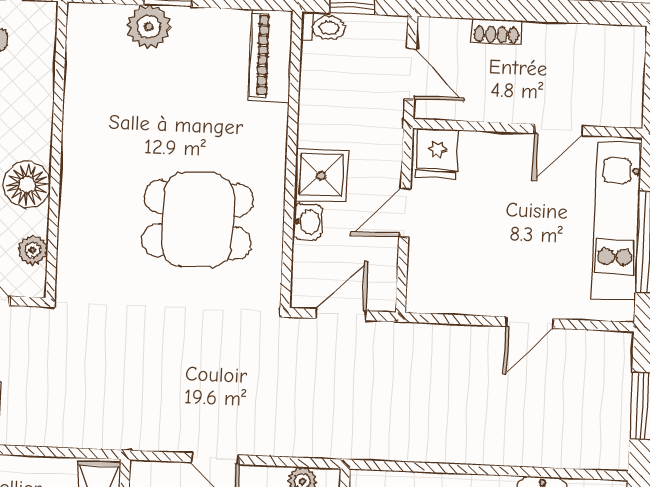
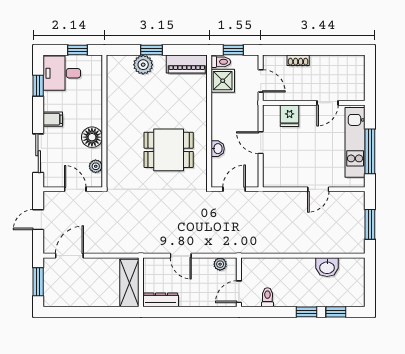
piano: (271, 56) -> (187, 64), moved, turned -90
fridge: (437, 154) -> (290, 116), moved
shower: (321, 175) -> (223, 81), moved
door: (405, 213) -> (261, 143), hinge flipped

